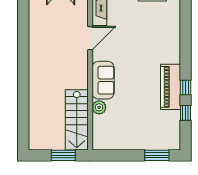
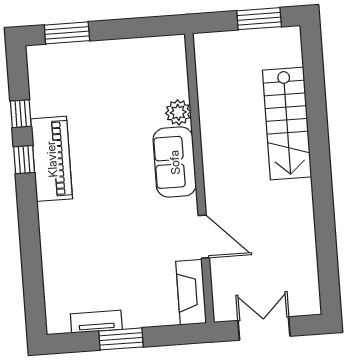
door: (90, 38) -> (204, 237), swing flipped
stairs: (77, 120) -> (287, 124), moved, turned 180
window: (63, 155) -> (259, 19), moved

